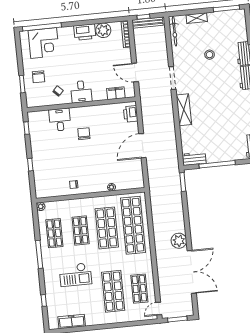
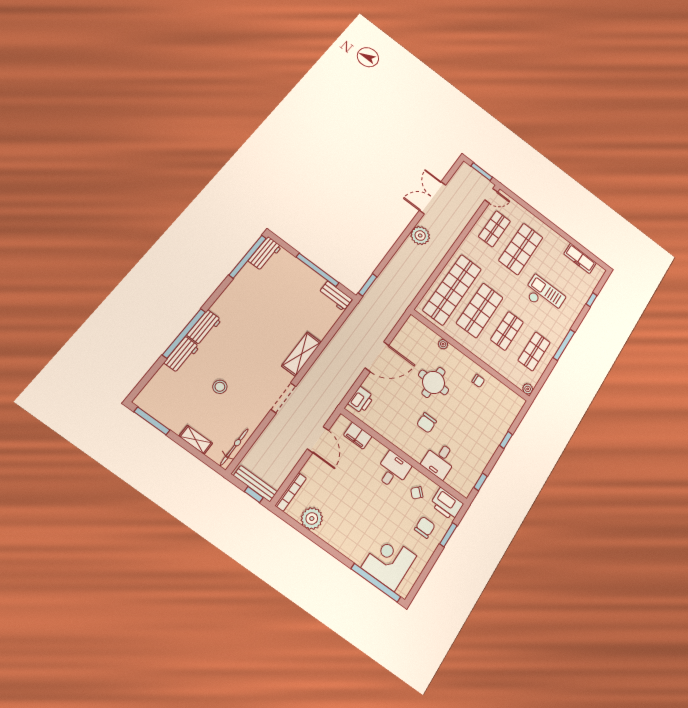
printer: (85, 32) -> (447, 504), moved, turned 180
round table: (99, 160) -> (434, 382), added
double door: (192, 272) -> (433, 198), width x0.73

